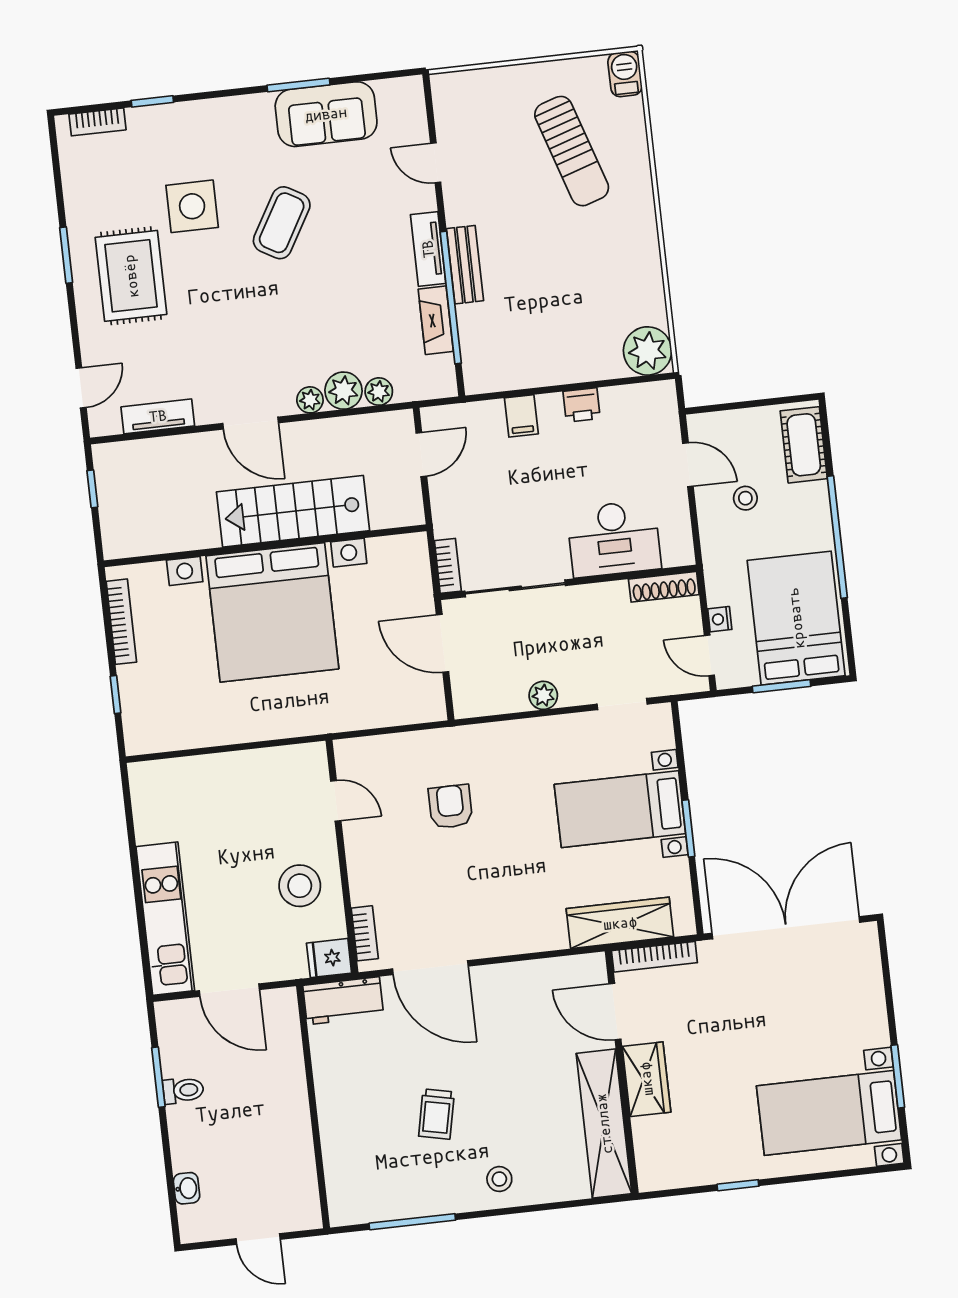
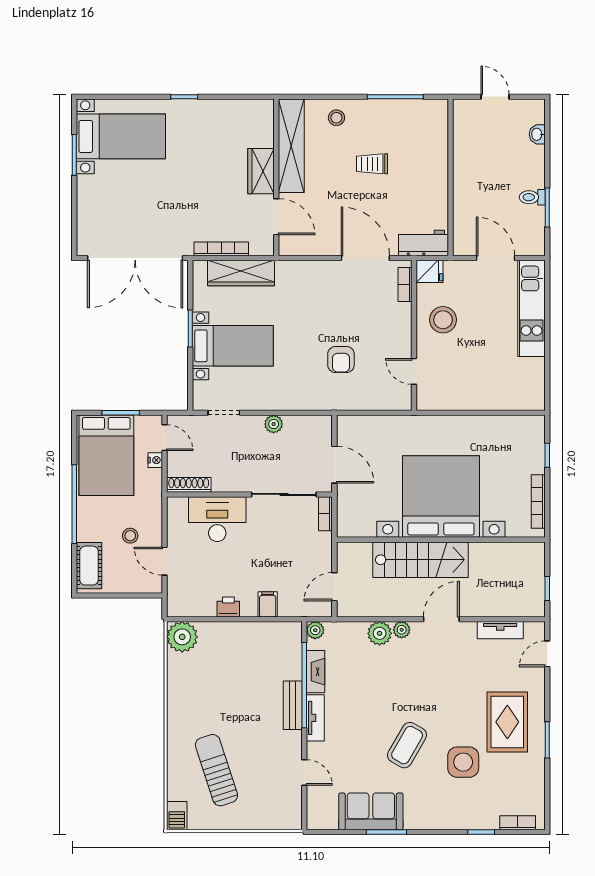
plant: (379, 392) -> (315, 630), moved
door: (251, 423) -> (441, 619), hinge flipped
door: (615, 1011) -> (276, 217), moved
wall: (622, 1072) -> (276, 177), moved
wardrobe: (646, 1079) -> (261, 171), moved
trolley: (437, 1114) -> (372, 164), turned -102
shelving: (604, 1124) -> (291, 146), moved

